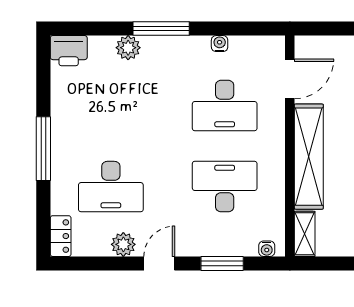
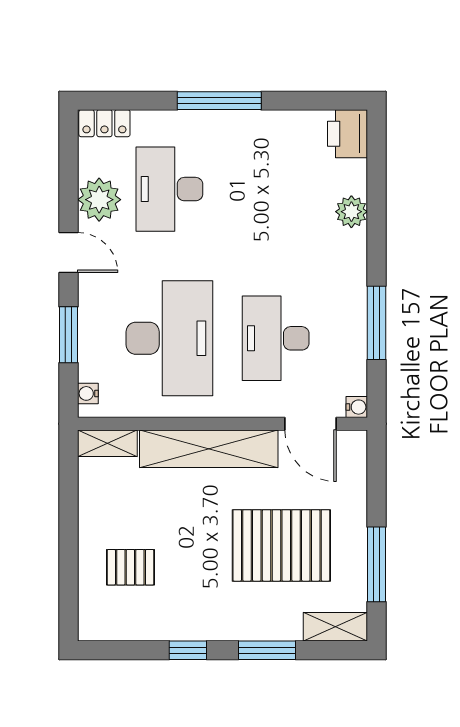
window: (161, 29) -> (377, 323), moved
water cooler: (220, 44) -> (357, 407), moved
desk: (225, 187) -> (169, 338), width x1.36, depth x1.30
plant: (123, 244) -> (99, 200), width x1.36, depth x1.36

